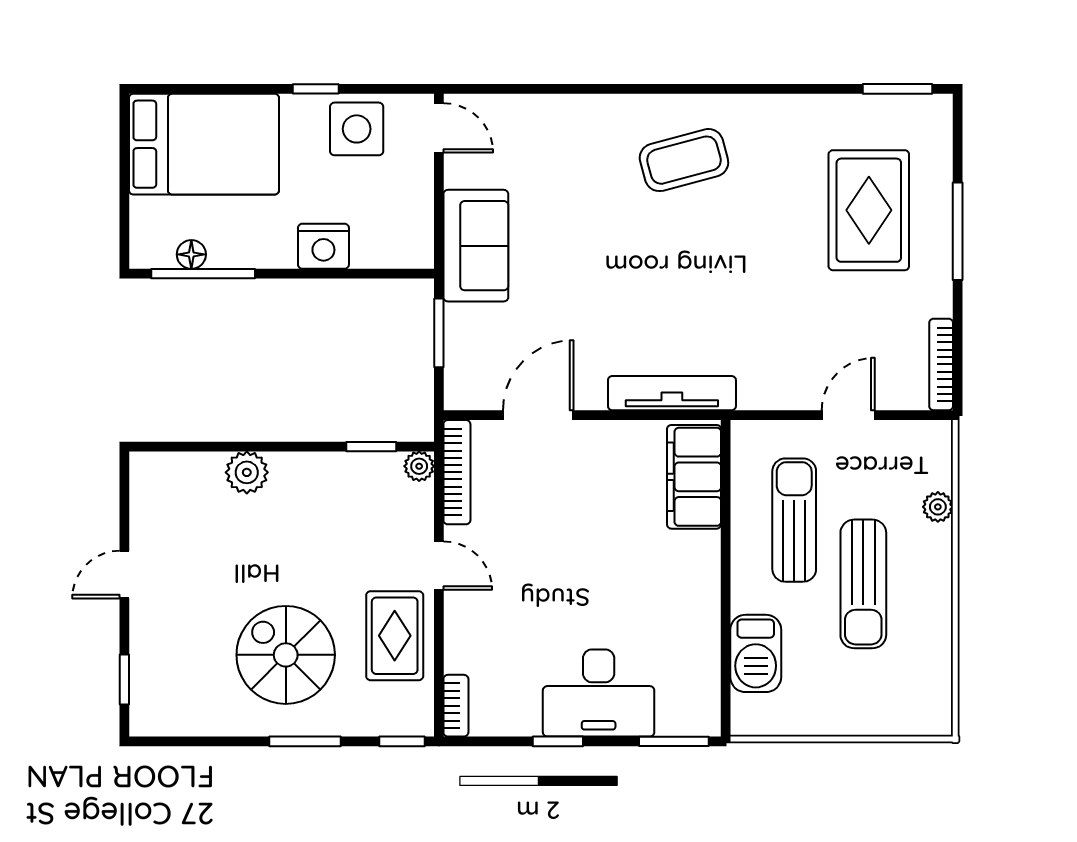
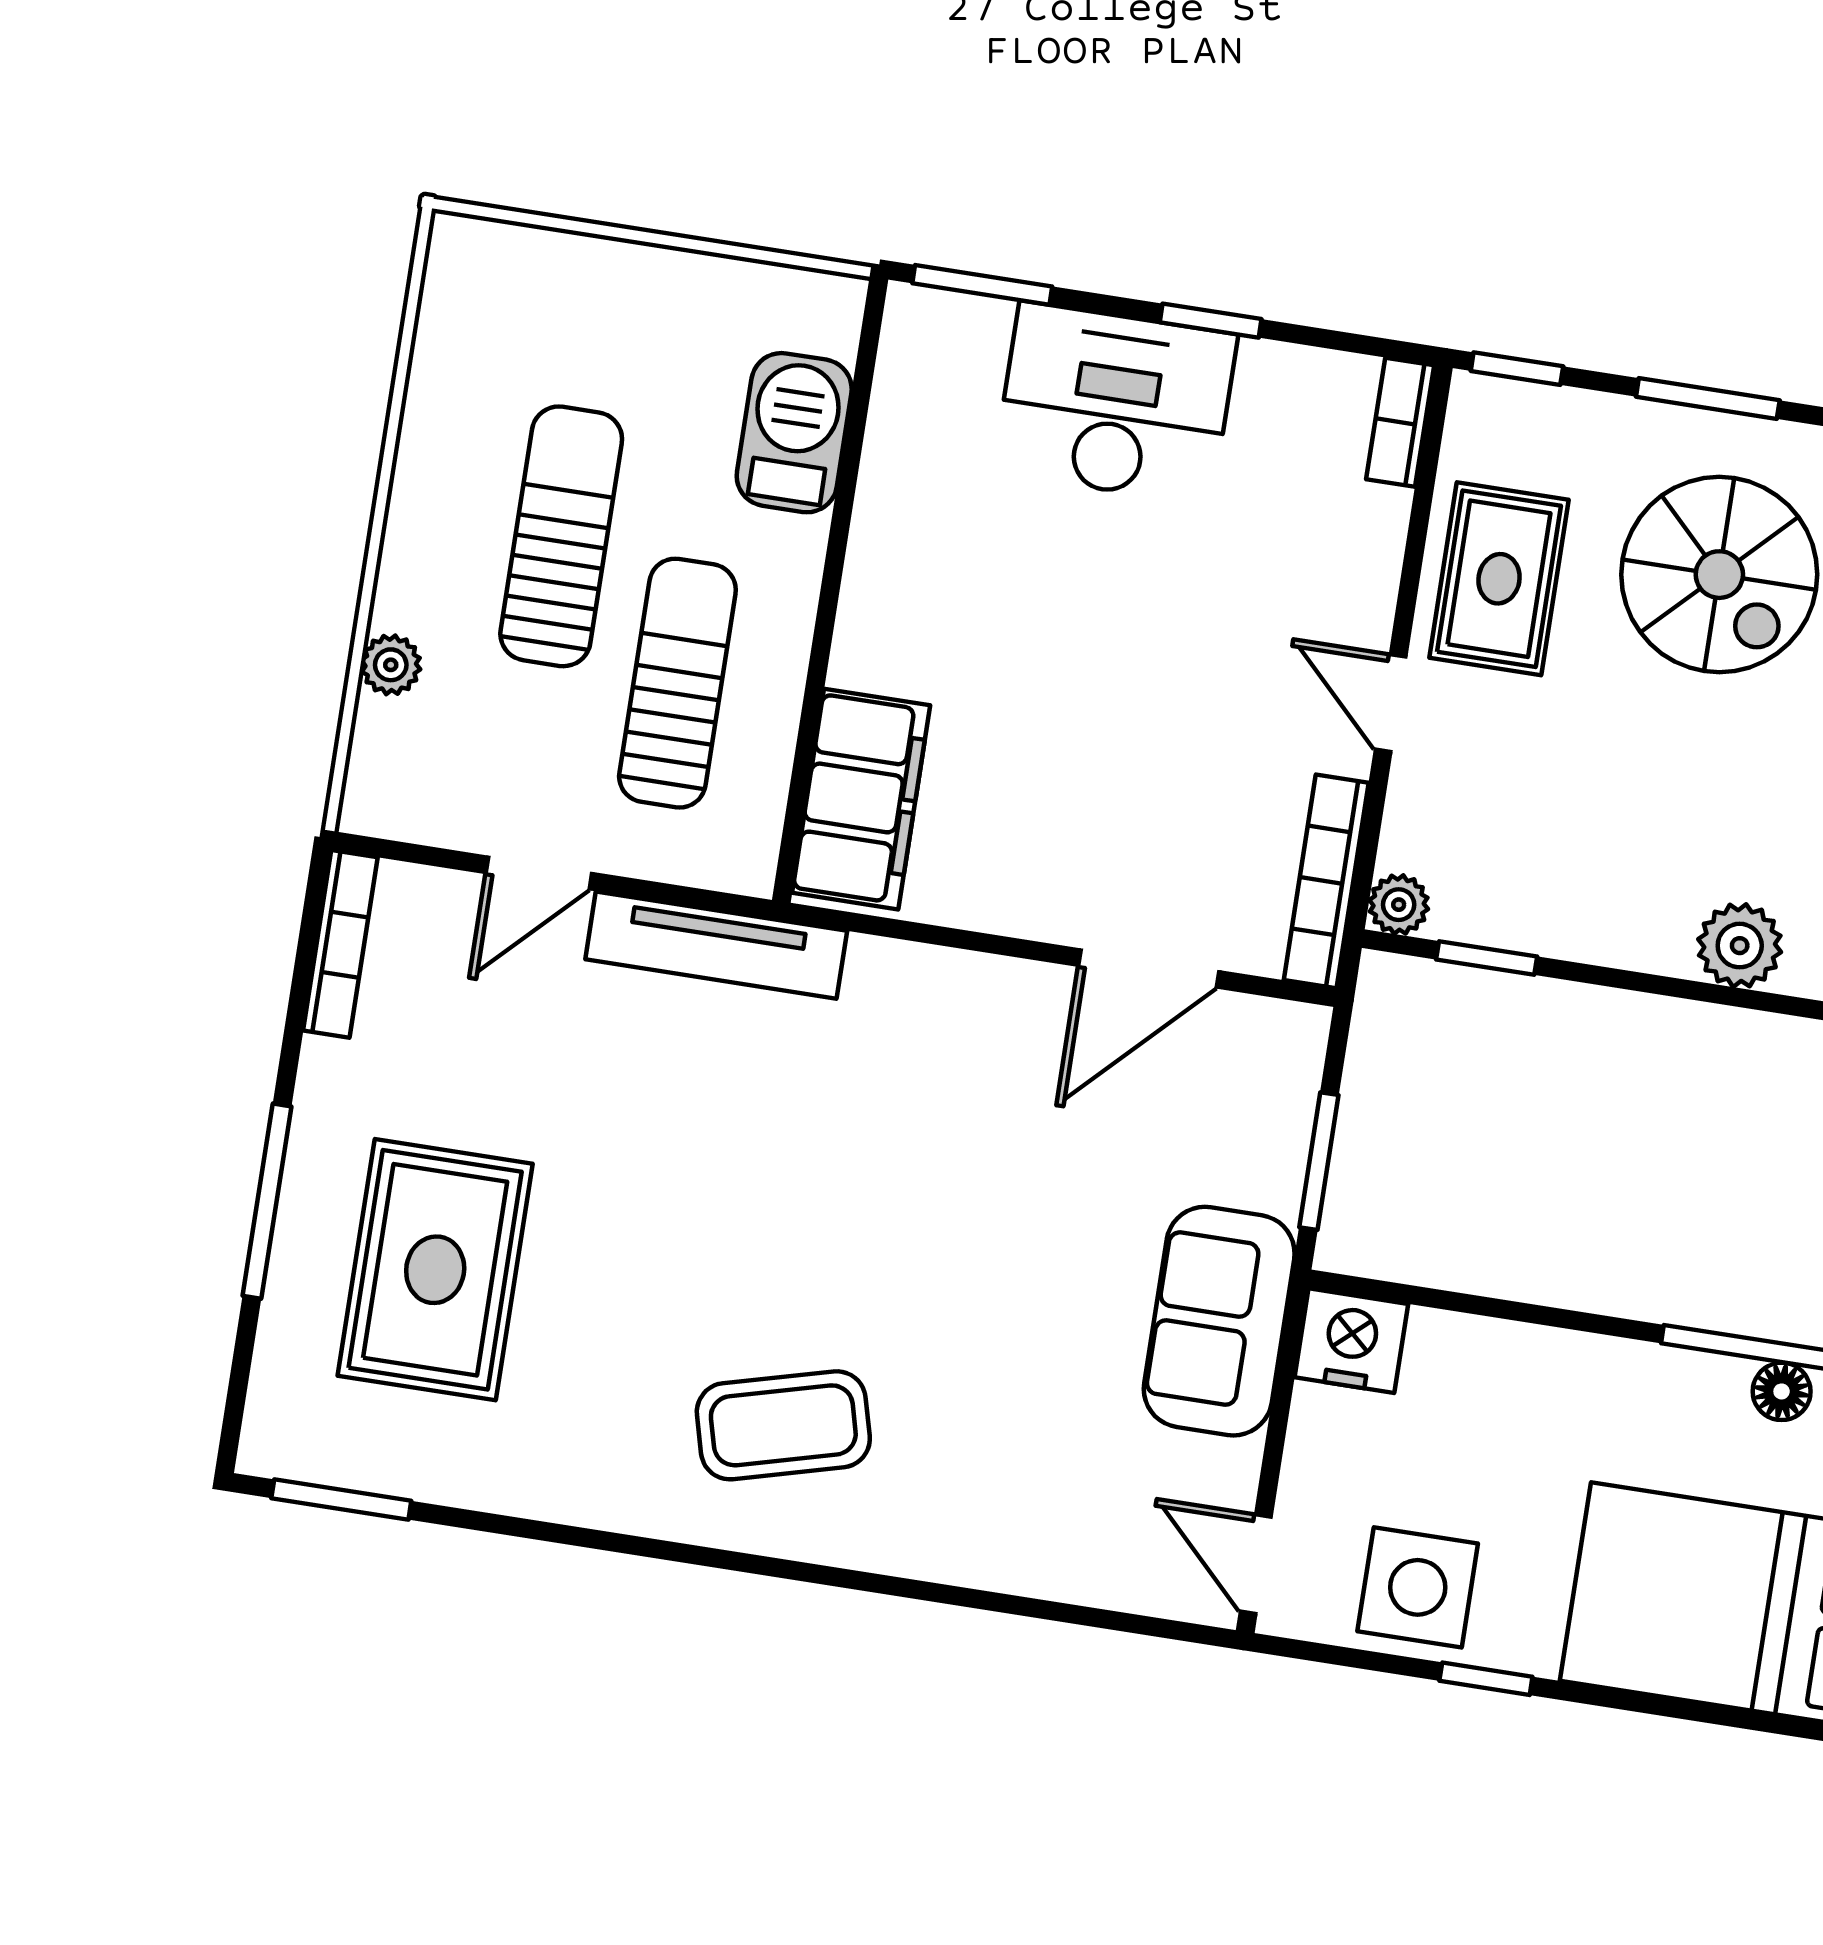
nightstand: (323, 246) -> (1351, 1341), moved
tv unit: (672, 393) -> (716, 945), moved
sun lounger: (794, 520) -> (677, 683), turned 180

